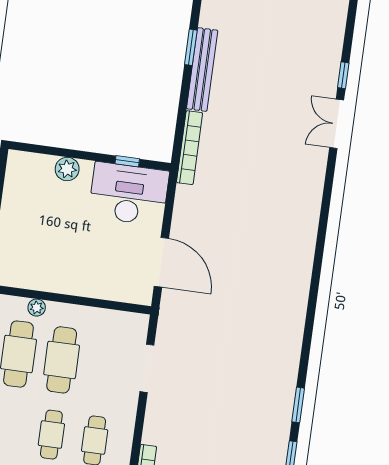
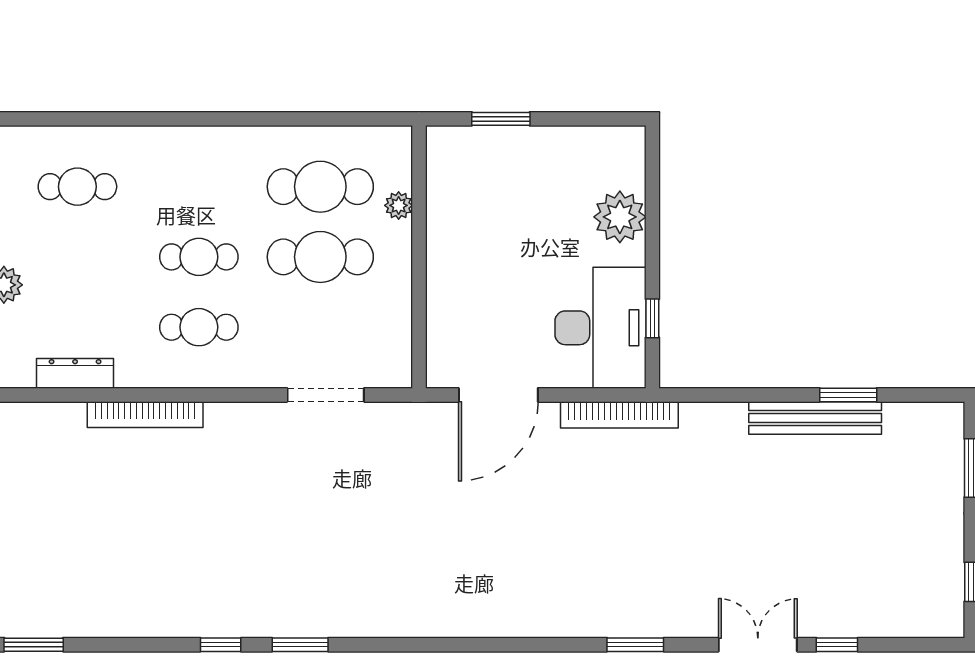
bookcase: (190, 148) -> (619, 415), moved
plant: (67, 169) -> (620, 217), width x1.36, depth x1.36
window: (326, 199) -> (635, 645), added

